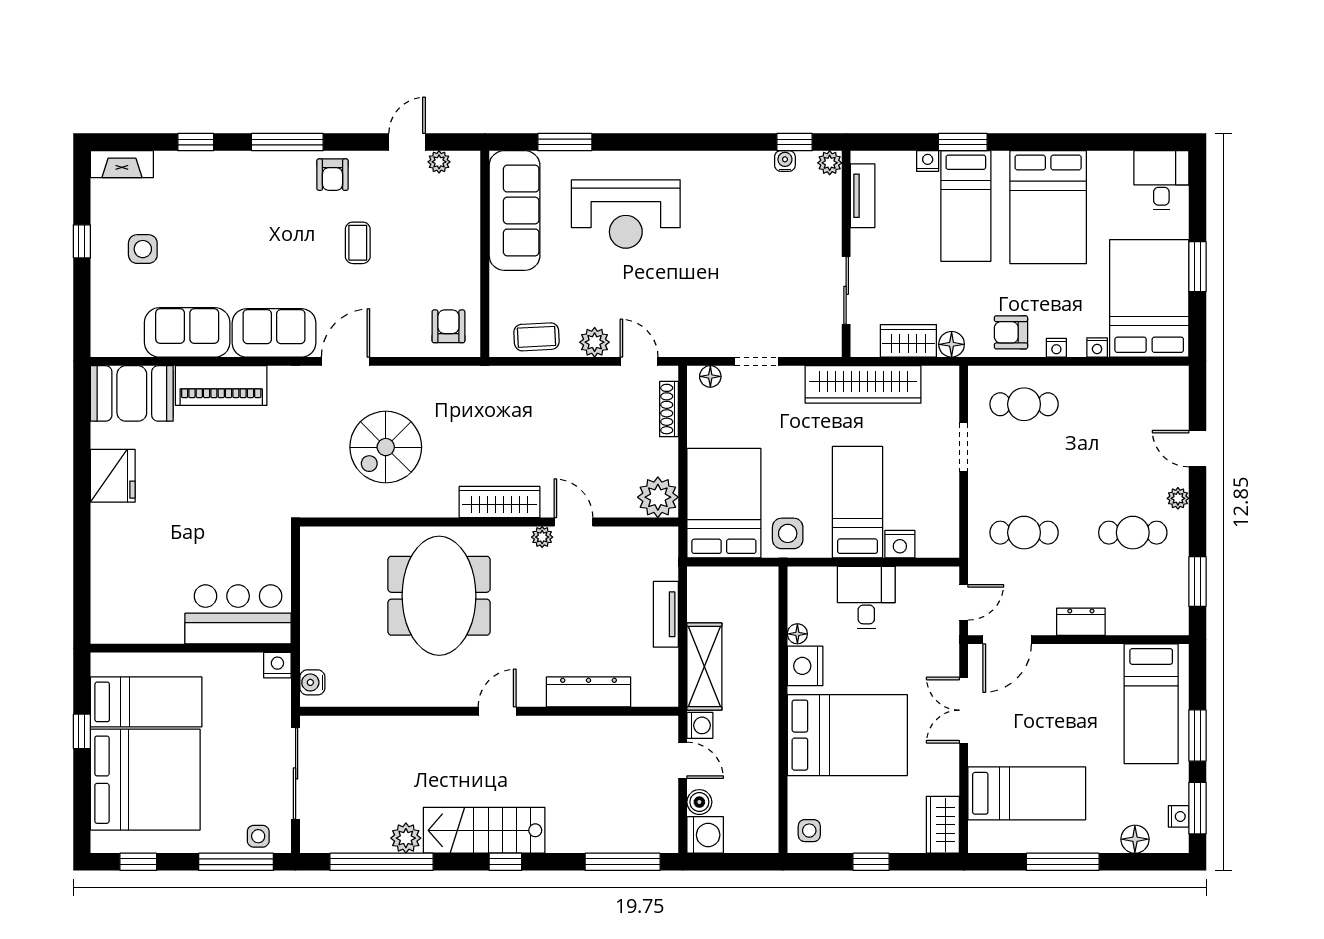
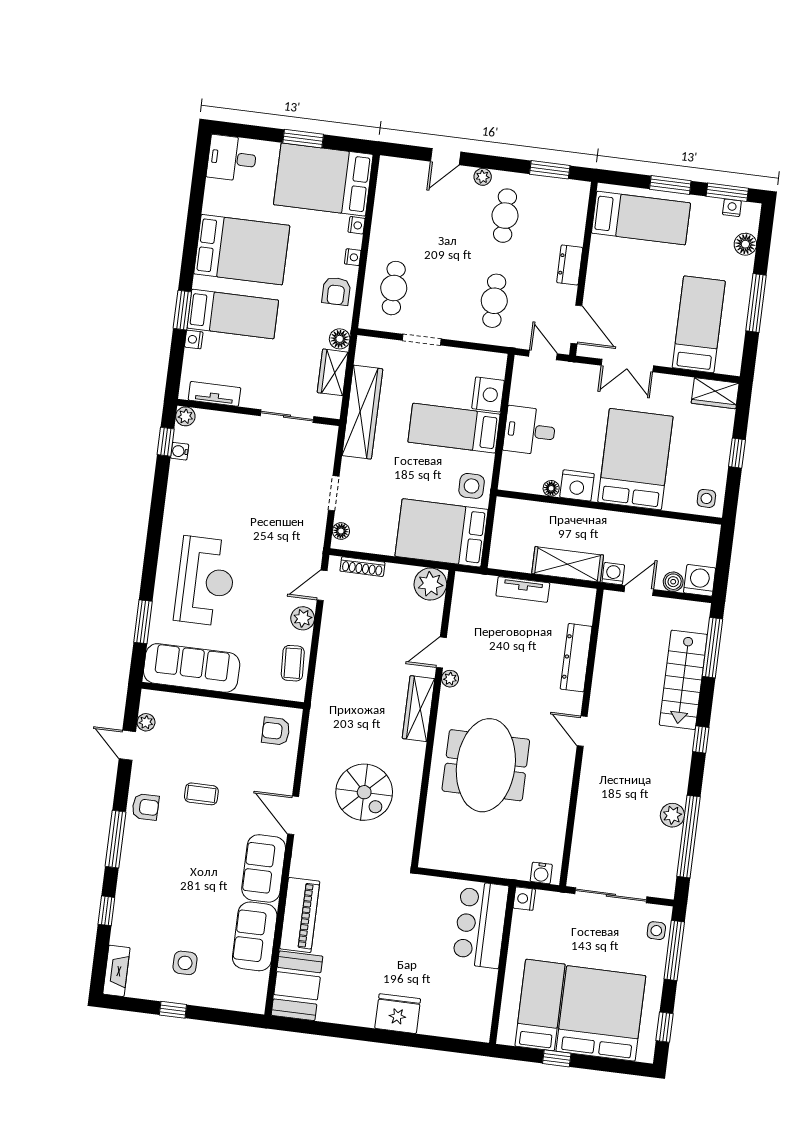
fridge: (113, 476) -> (398, 1014), moved
nightstand: (900, 544) -> (488, 394), width x1.36, depth x1.33
meeting table: (439, 596) -> (486, 765), turned 90
stairs: (484, 830) -> (683, 680), moved

